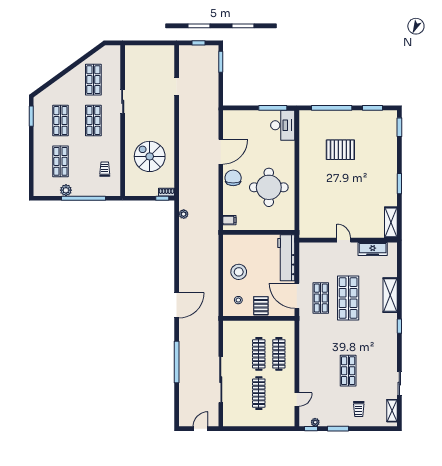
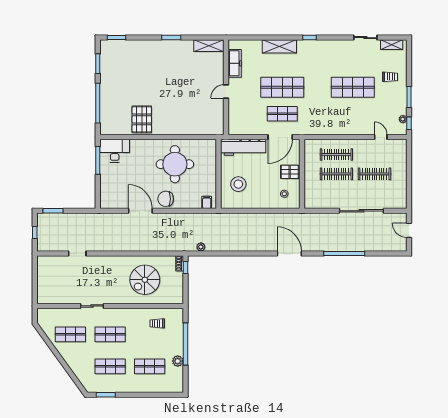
pallet: (340, 150) -> (142, 119), moved
stool: (239, 272) -> (238, 184), moved
shop shelf: (348, 371) -> (353, 87), width x1.43, depth x1.36

